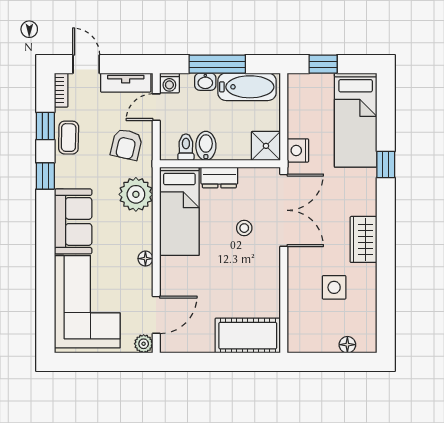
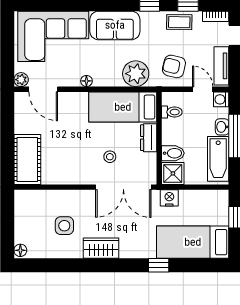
bidet: (206, 146) -> (173, 153), moved
floor lamp: (347, 345) -> (20, 250), moved

